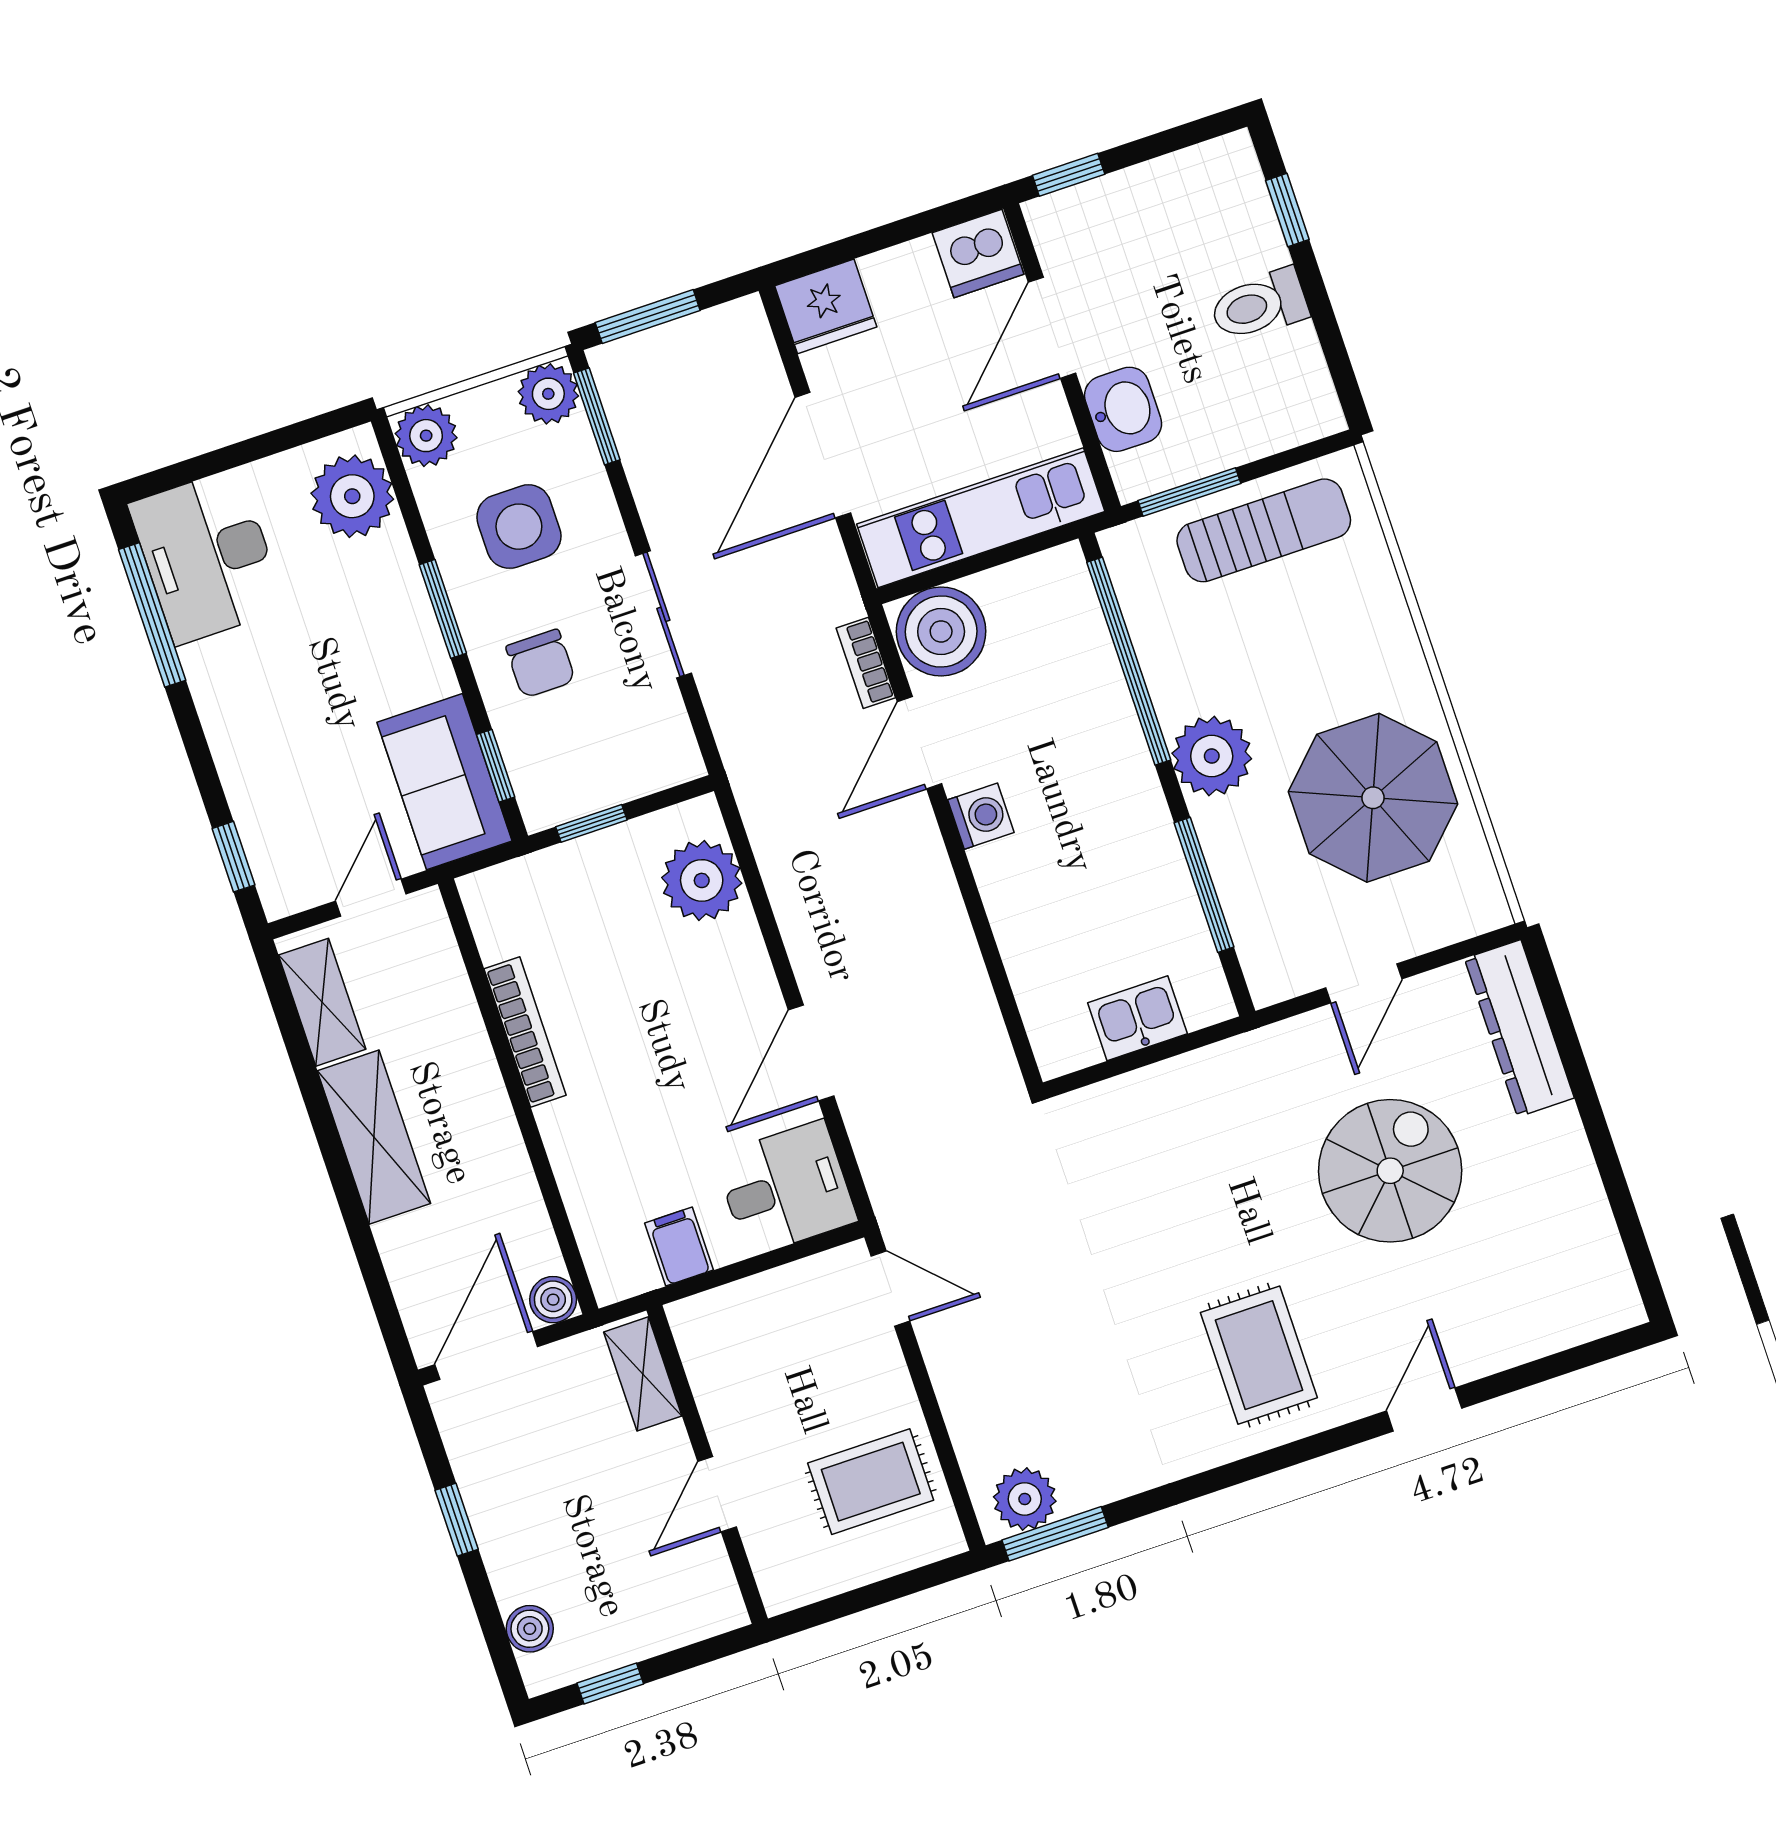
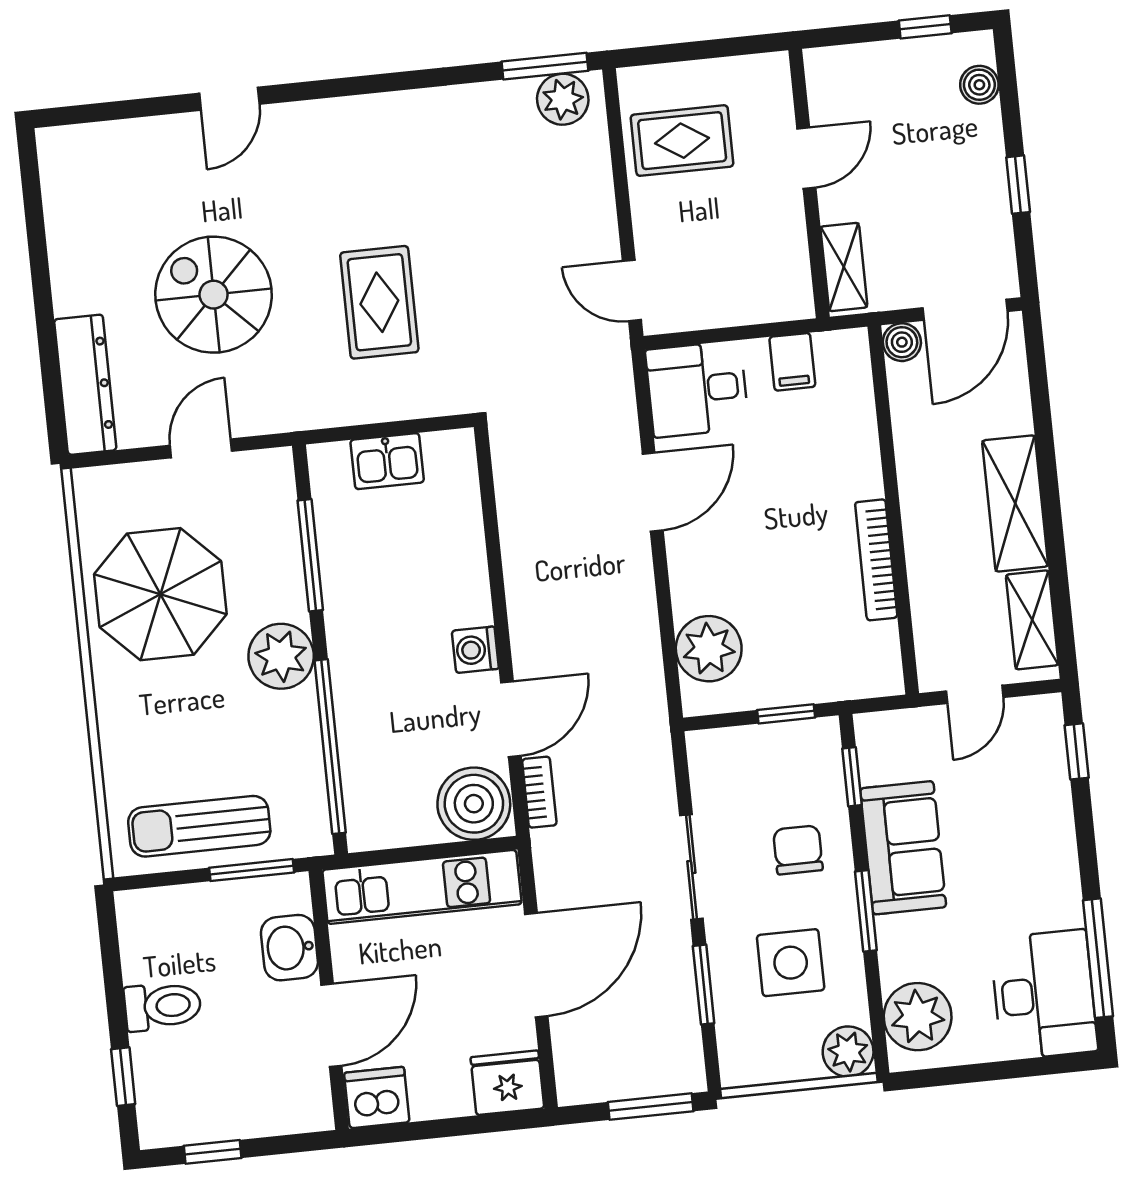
window: (1069, 175) -> (213, 1152), moved
plant: (548, 394) -> (743, 1063), removed
window: (597, 416) -> (704, 985), moved
sofa: (444, 782) -> (903, 848), moved
spiral stairs: (1390, 1171) -> (214, 295), turned 90
rug: (1259, 1355) -> (379, 302), moved

